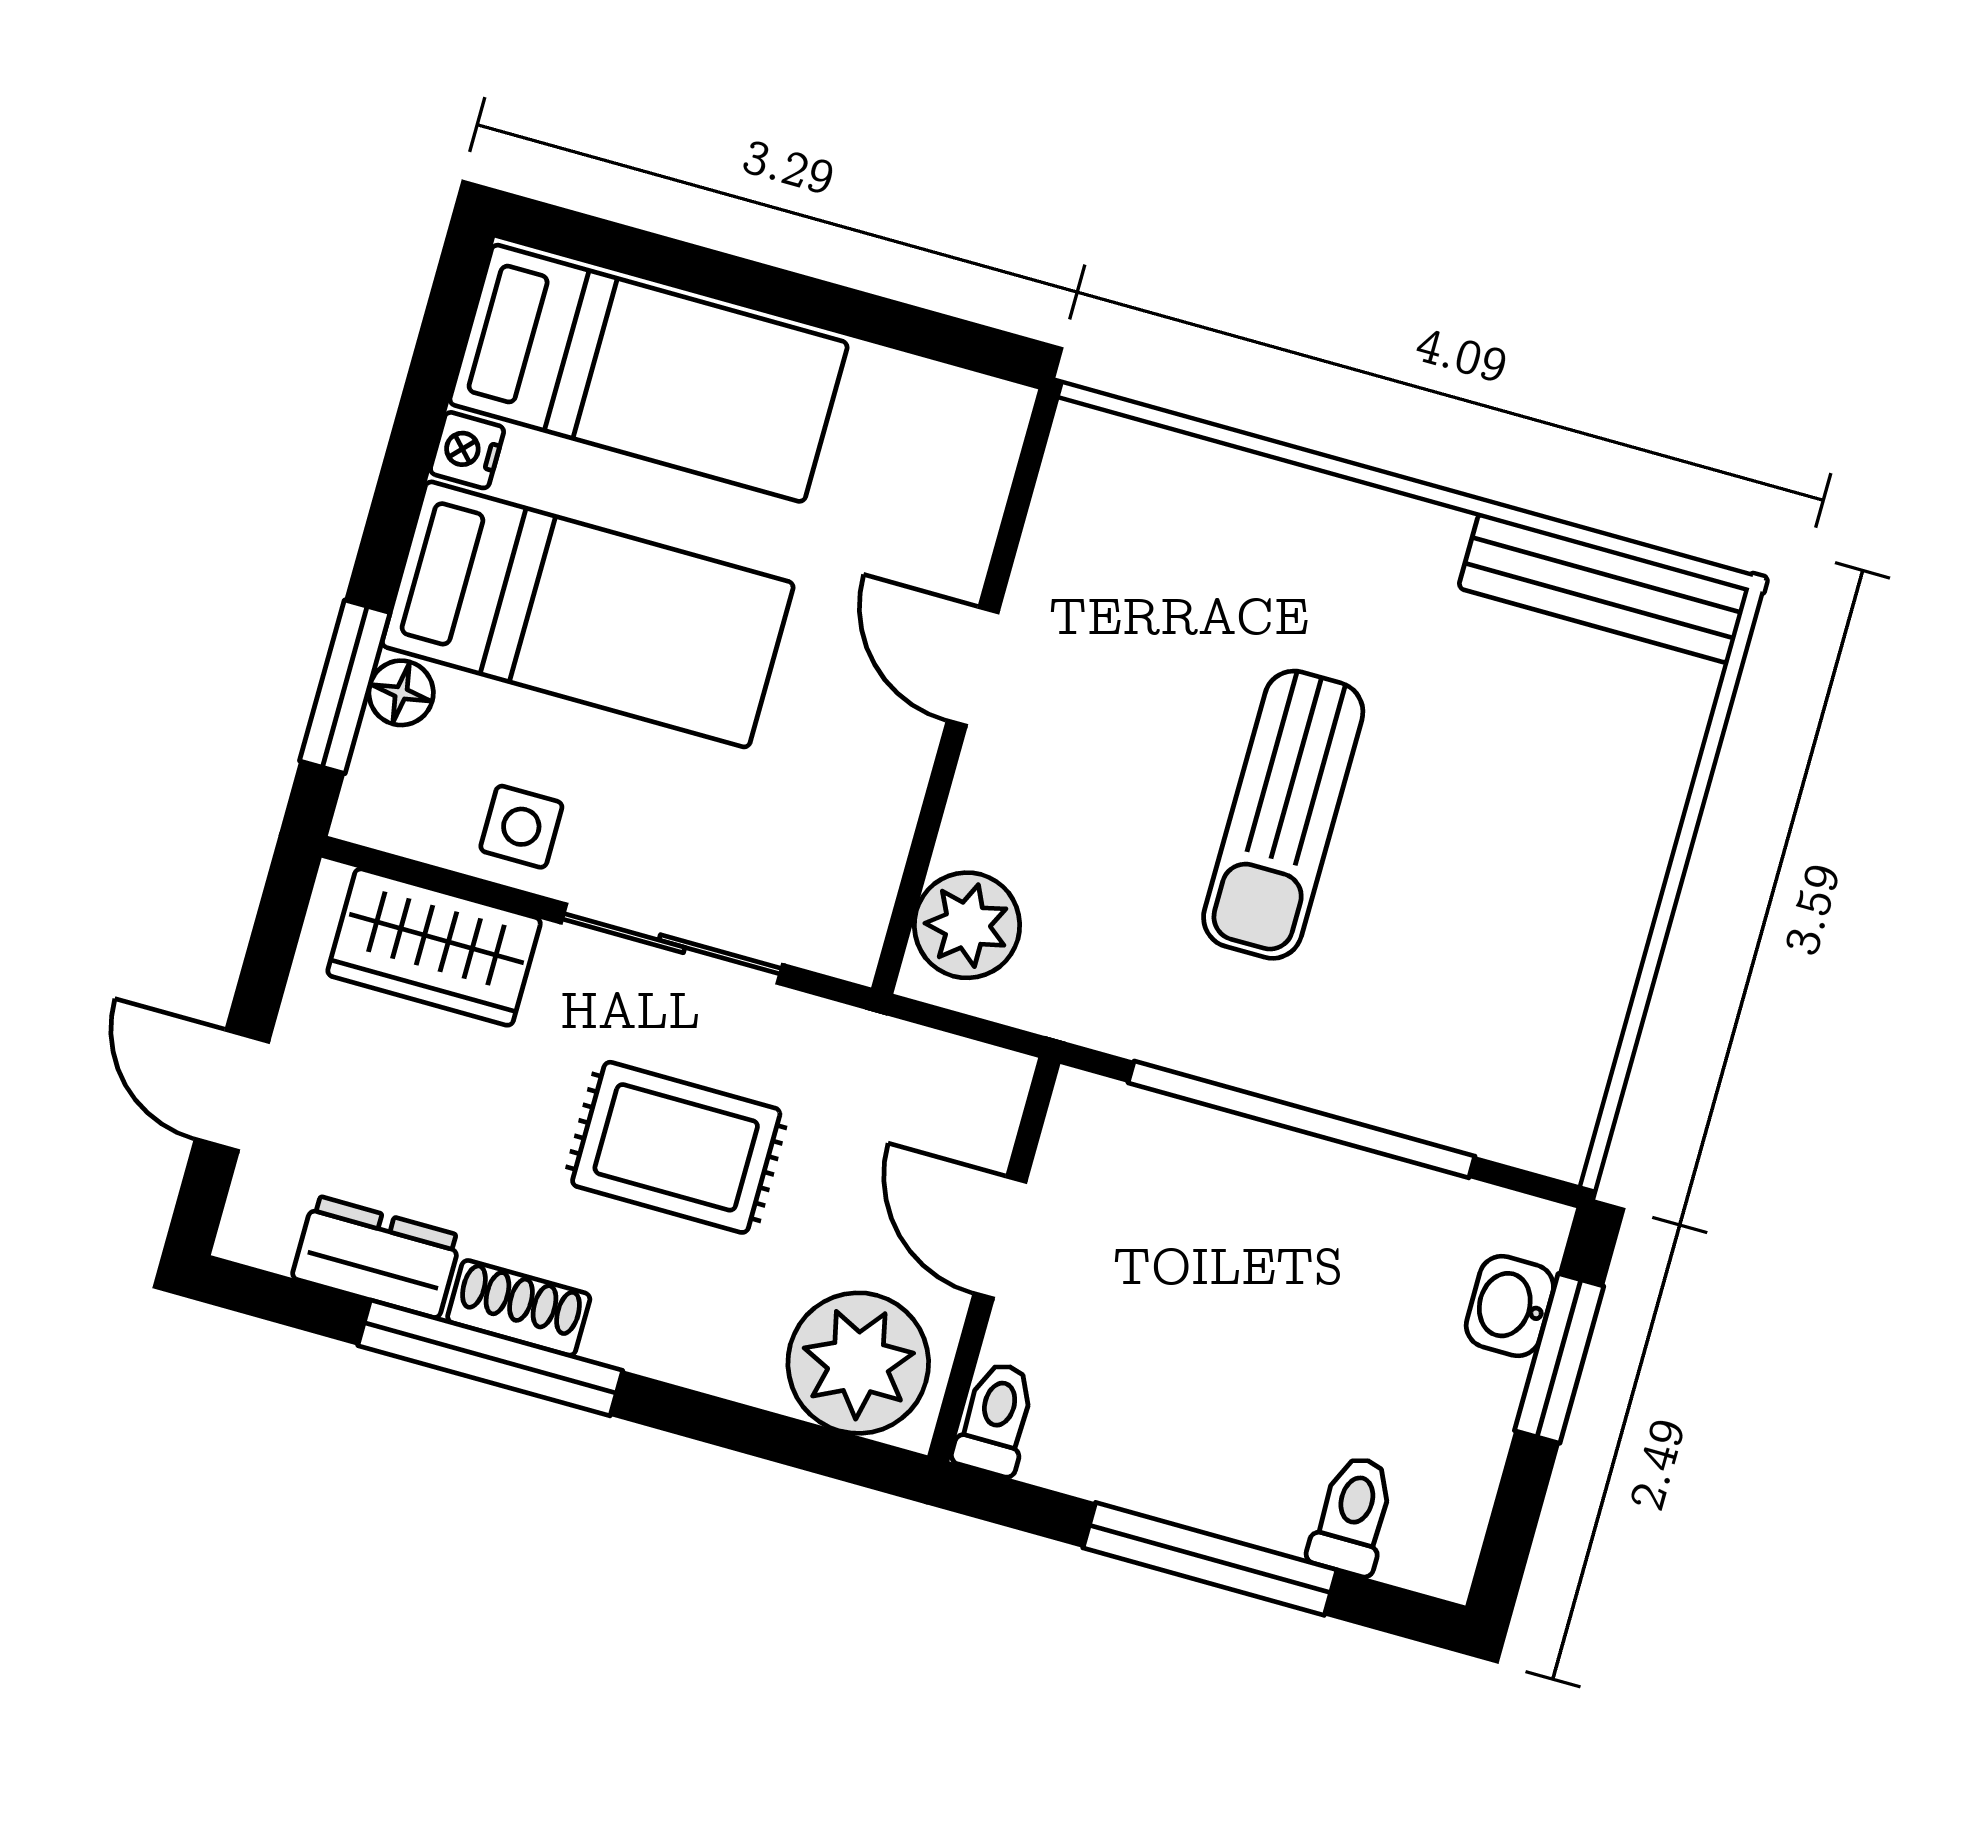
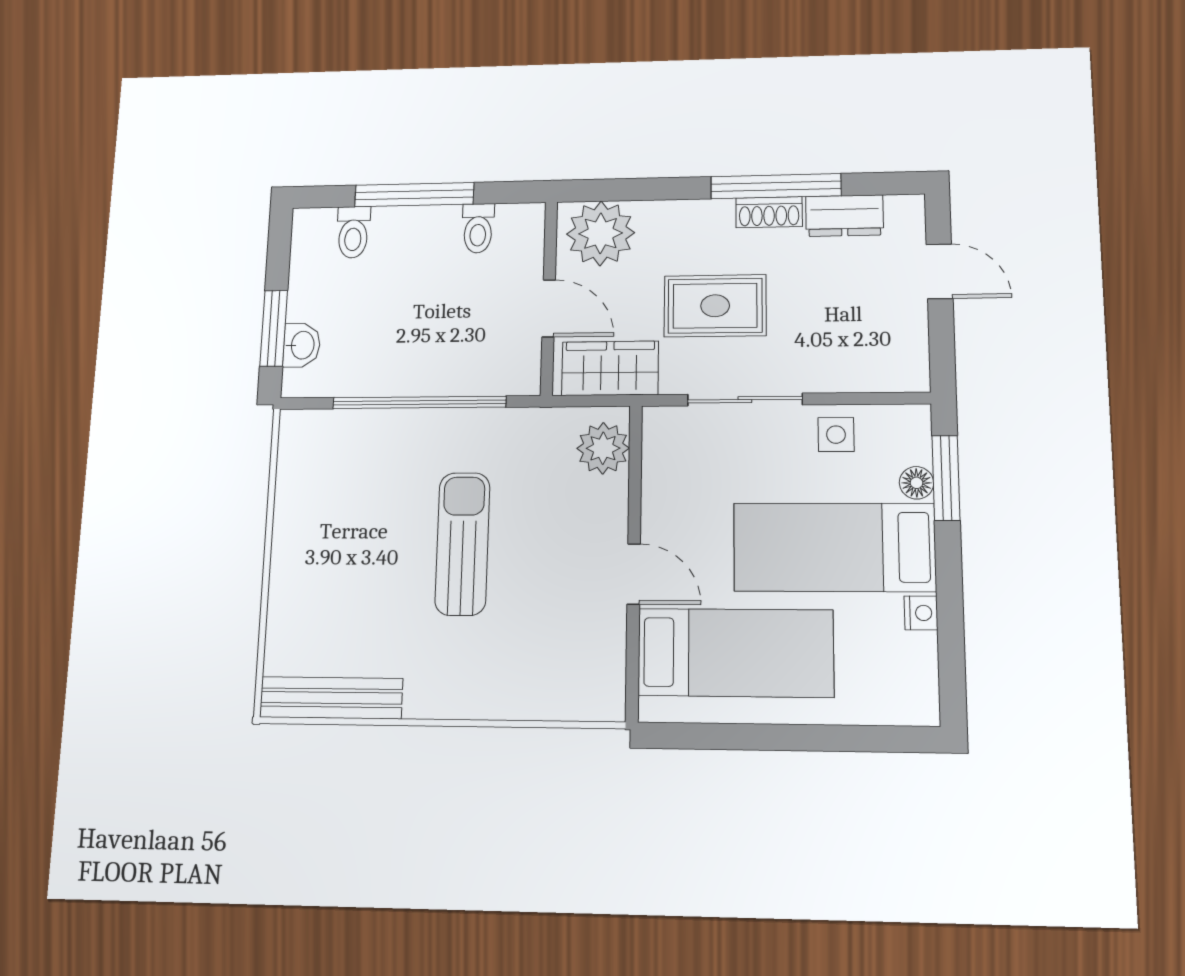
bed: (648, 373) -> (735, 653), moved, turned 180
wardrobe: (434, 947) -> (610, 368), moved
toilet: (996, 1419) -> (478, 228), moved

